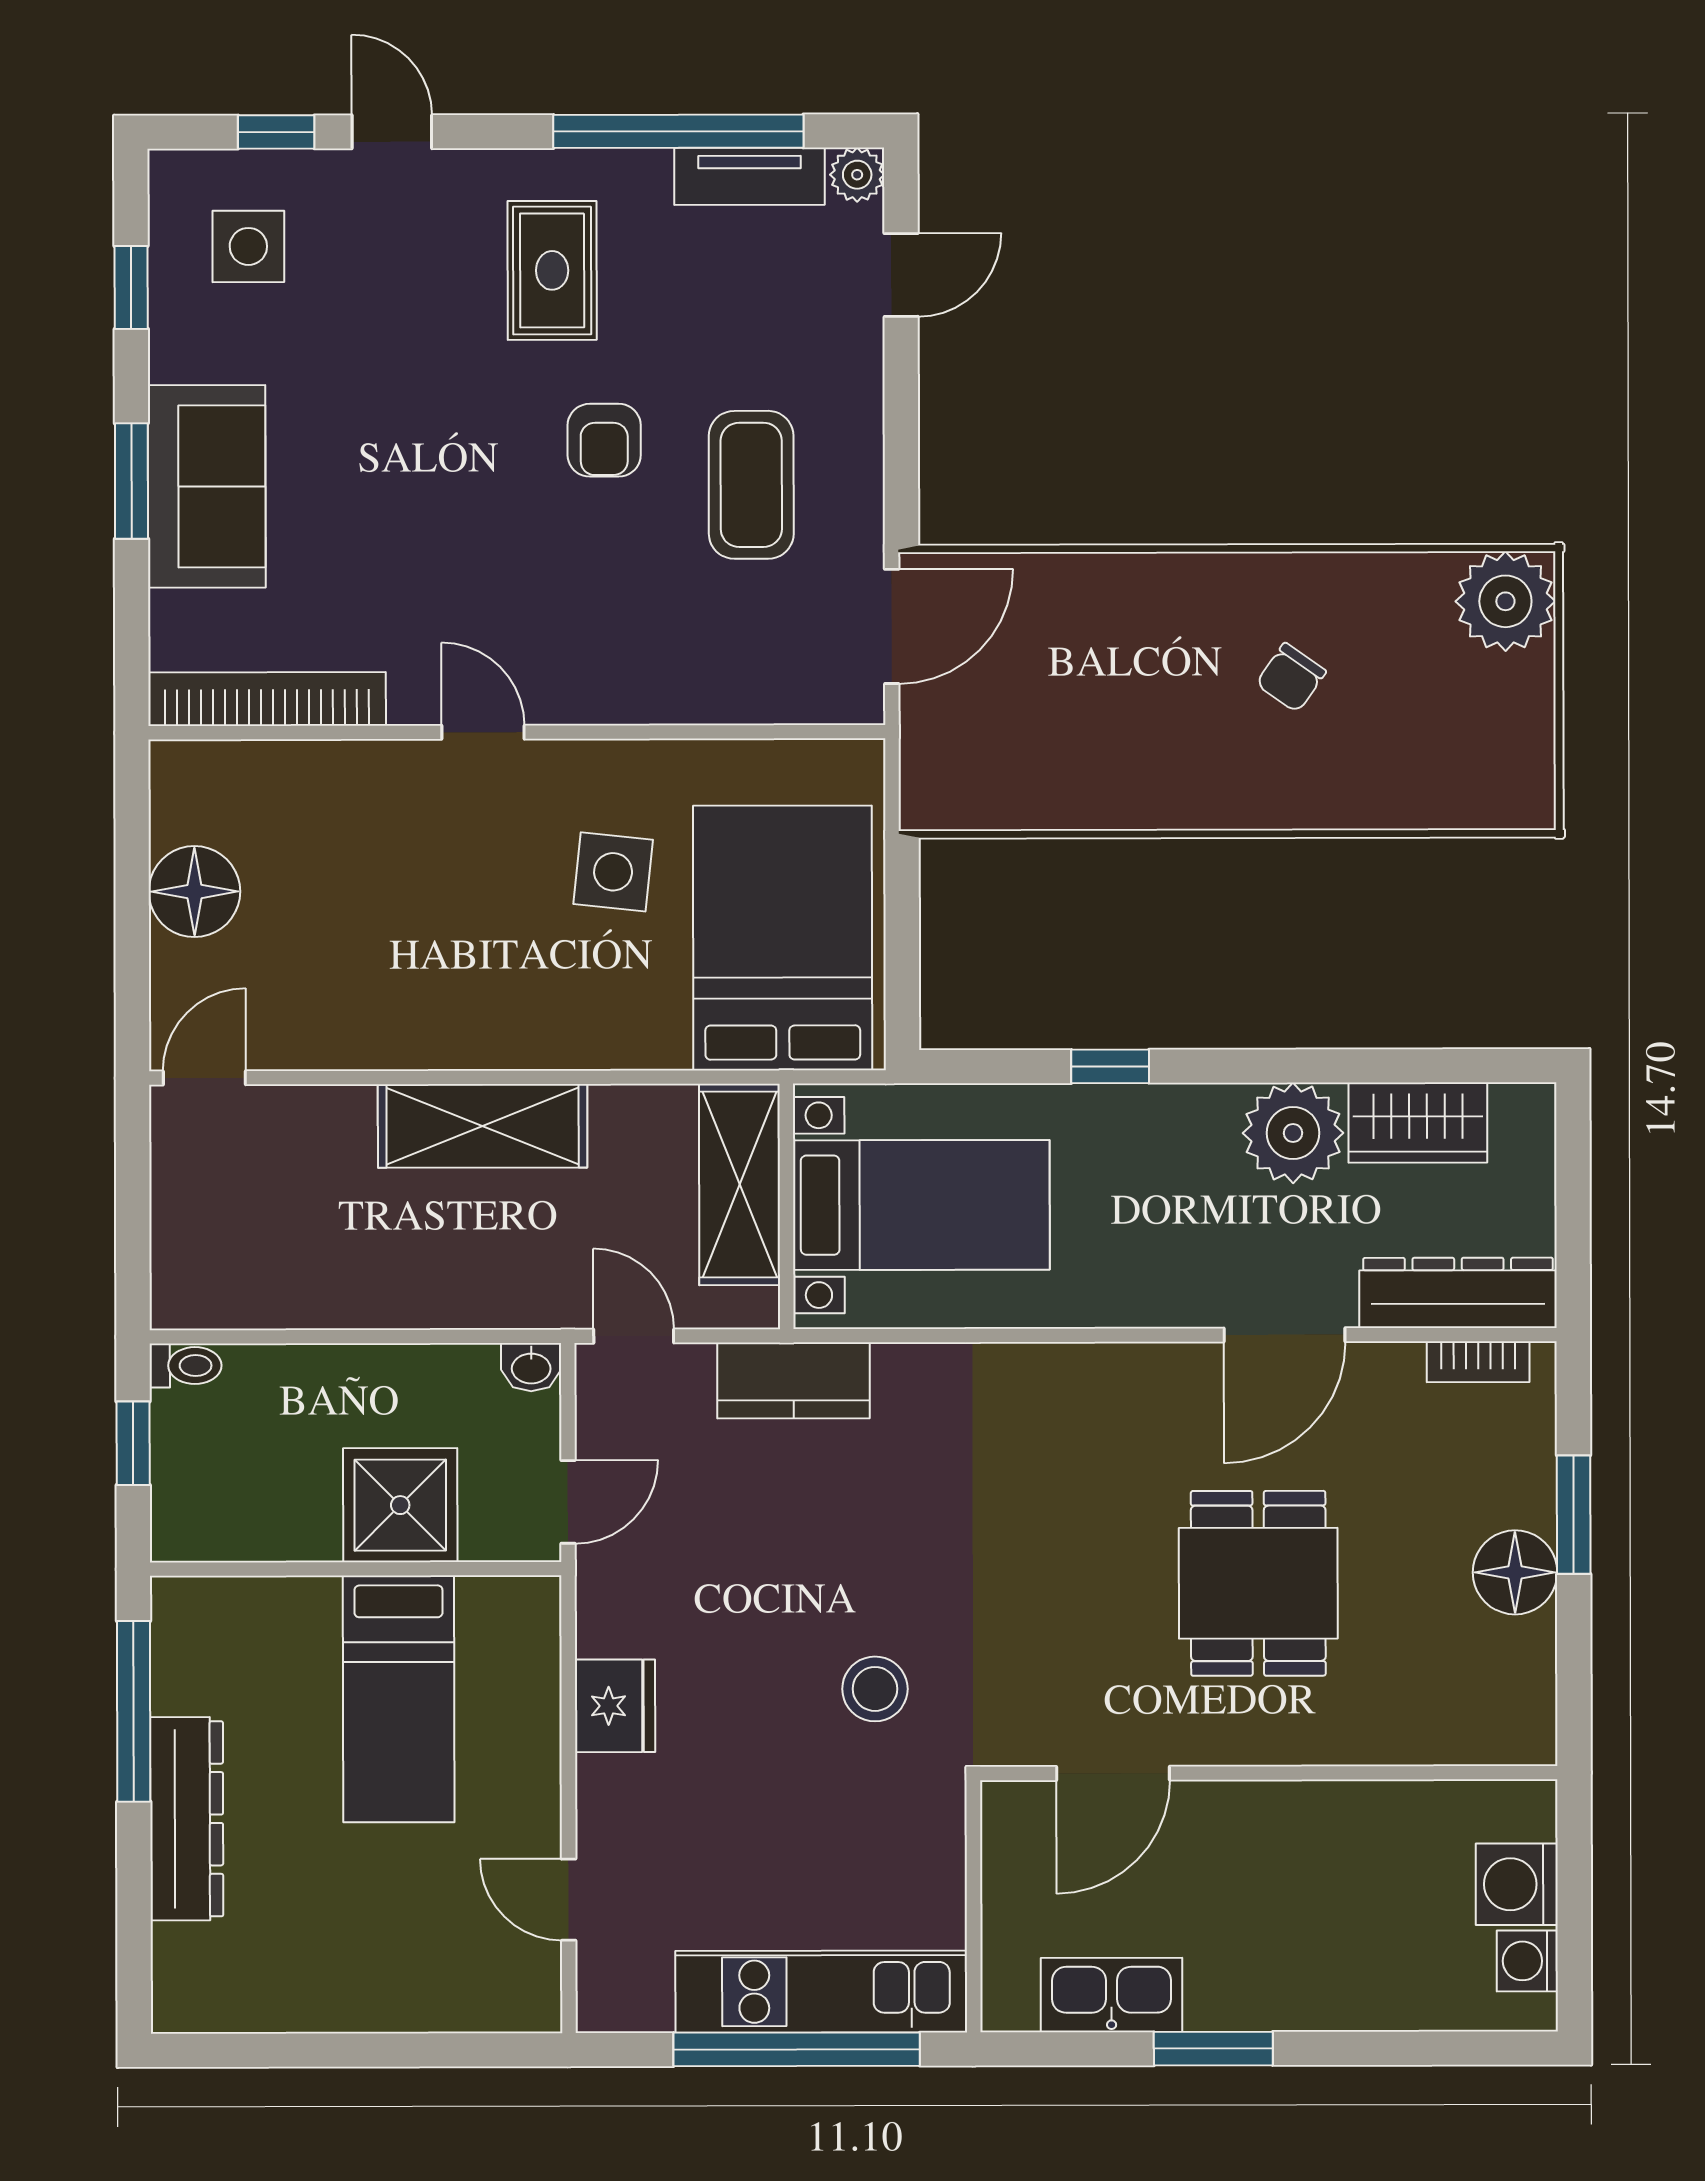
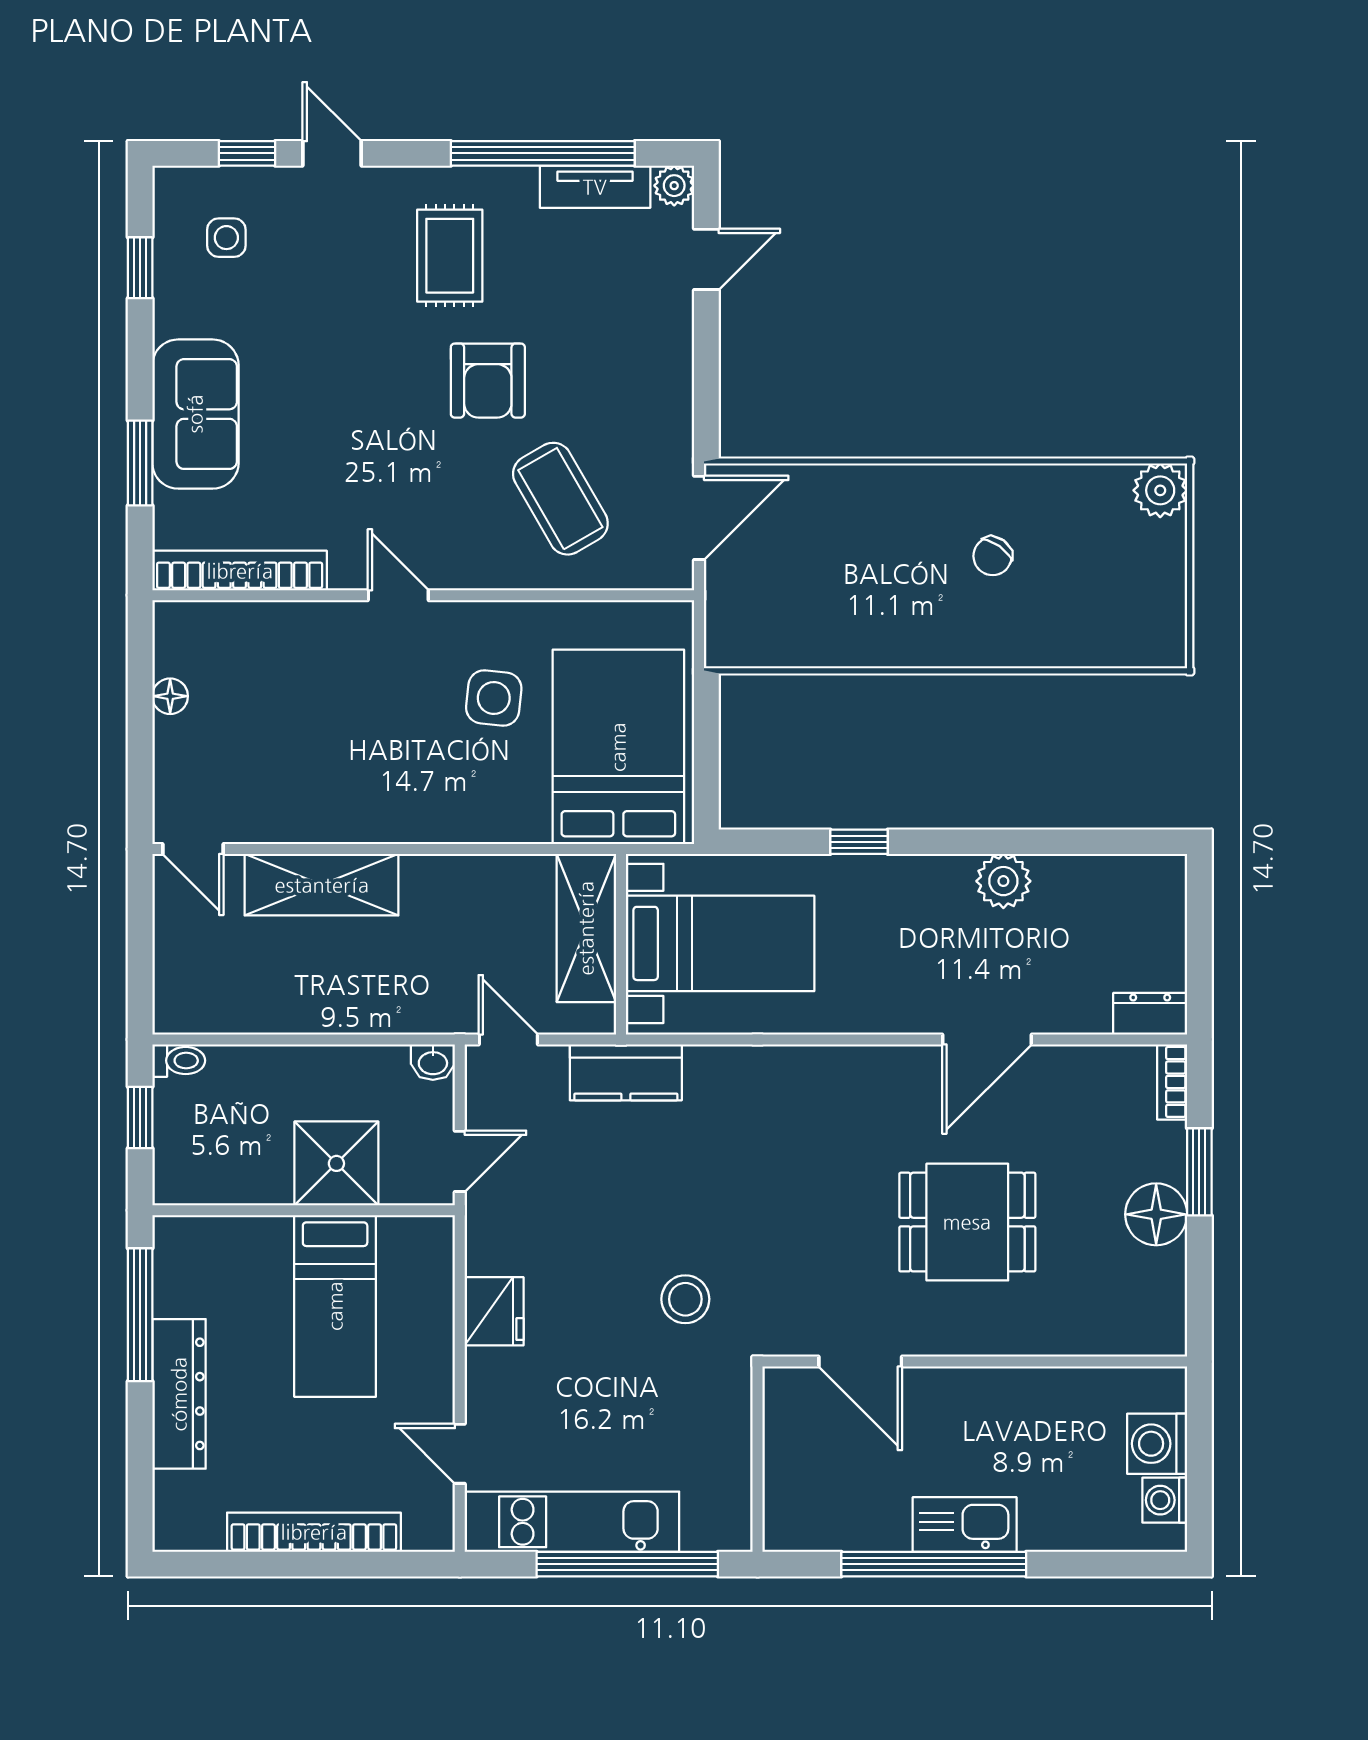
side table: (248, 246) -> (226, 238), width x0.73, depth x0.73
armchair: (604, 440) -> (488, 381), width x1.38, depth x1.38
window: (131, 481) -> (140, 463), moved
coffee table: (751, 485) -> (560, 499), moved, turned -30
plant: (1505, 601) -> (1160, 490), width x0.73, depth x0.73
floor lamp: (194, 892) -> (170, 696), width x0.53, depth x0.53
door: (204, 1078) -> (193, 849), swing flipped
wardrobe: (1418, 1123) -> (1085, 883), removed
shelving: (483, 1126) -> (322, 885), moved
plant: (1293, 1133) -> (1003, 881), width x0.73, depth x0.73
dresser: (1458, 1293) -> (1150, 1014), width x0.51, depth x0.80
bookcase: (1478, 1362) -> (1172, 1082), moved, turned 90
dining table: (1258, 1583) -> (967, 1222), turned 90
door: (1113, 1773) -> (860, 1362), hinge flipped
kitchen unit: (821, 1992) -> (572, 1522), moved
kitchen sink: (1112, 1995) -> (965, 1525), moved
bookcase: (370, 2007) -> (314, 1532), added
window: (1213, 2049) -> (934, 1564), width x2.11

